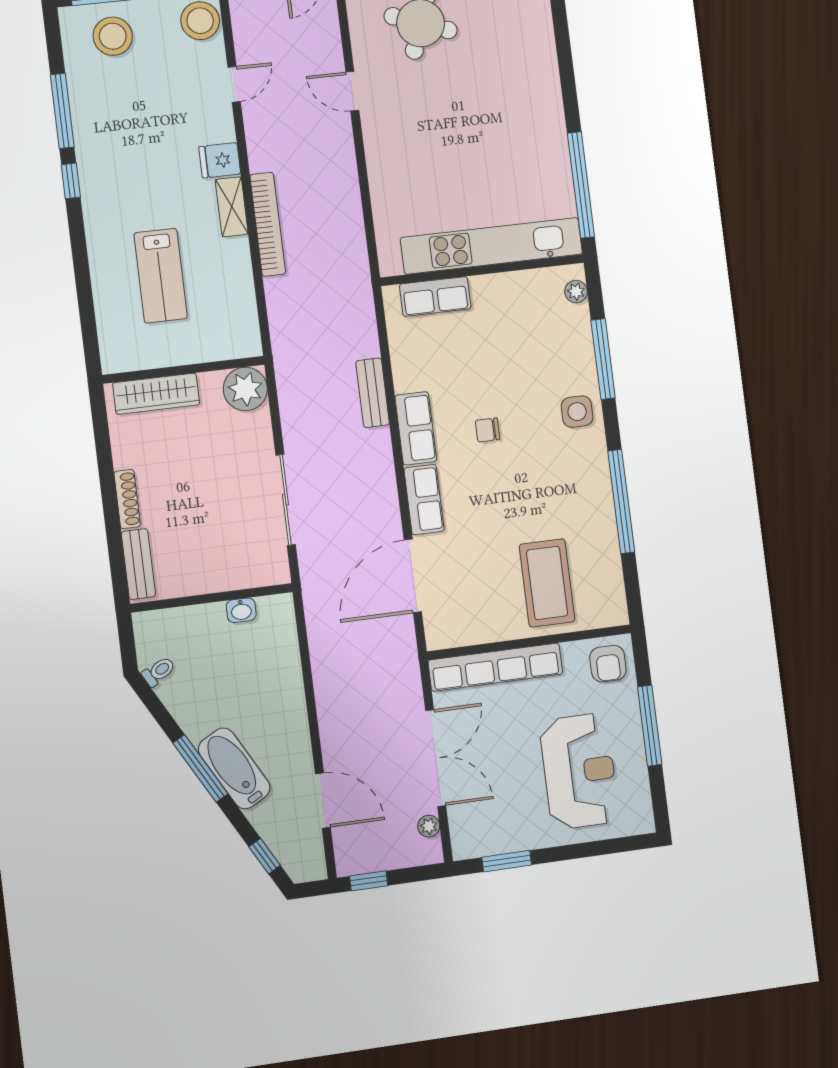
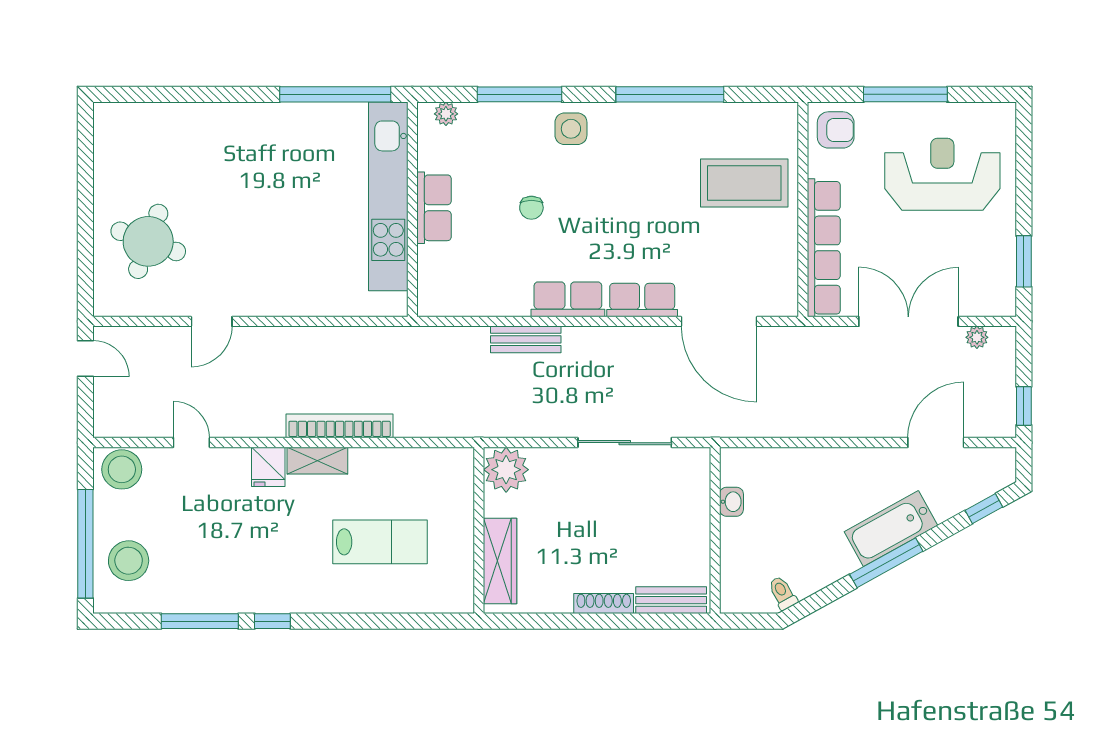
row of seats: (435, 296) -> (434, 208), moved
chair: (487, 430) -> (531, 208), moved

